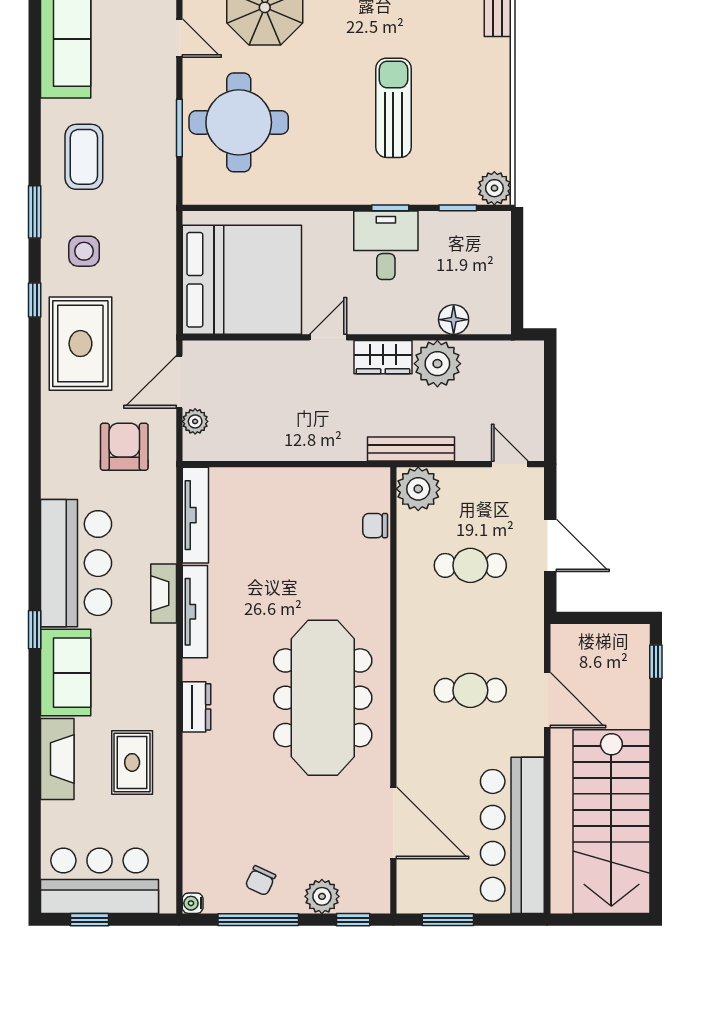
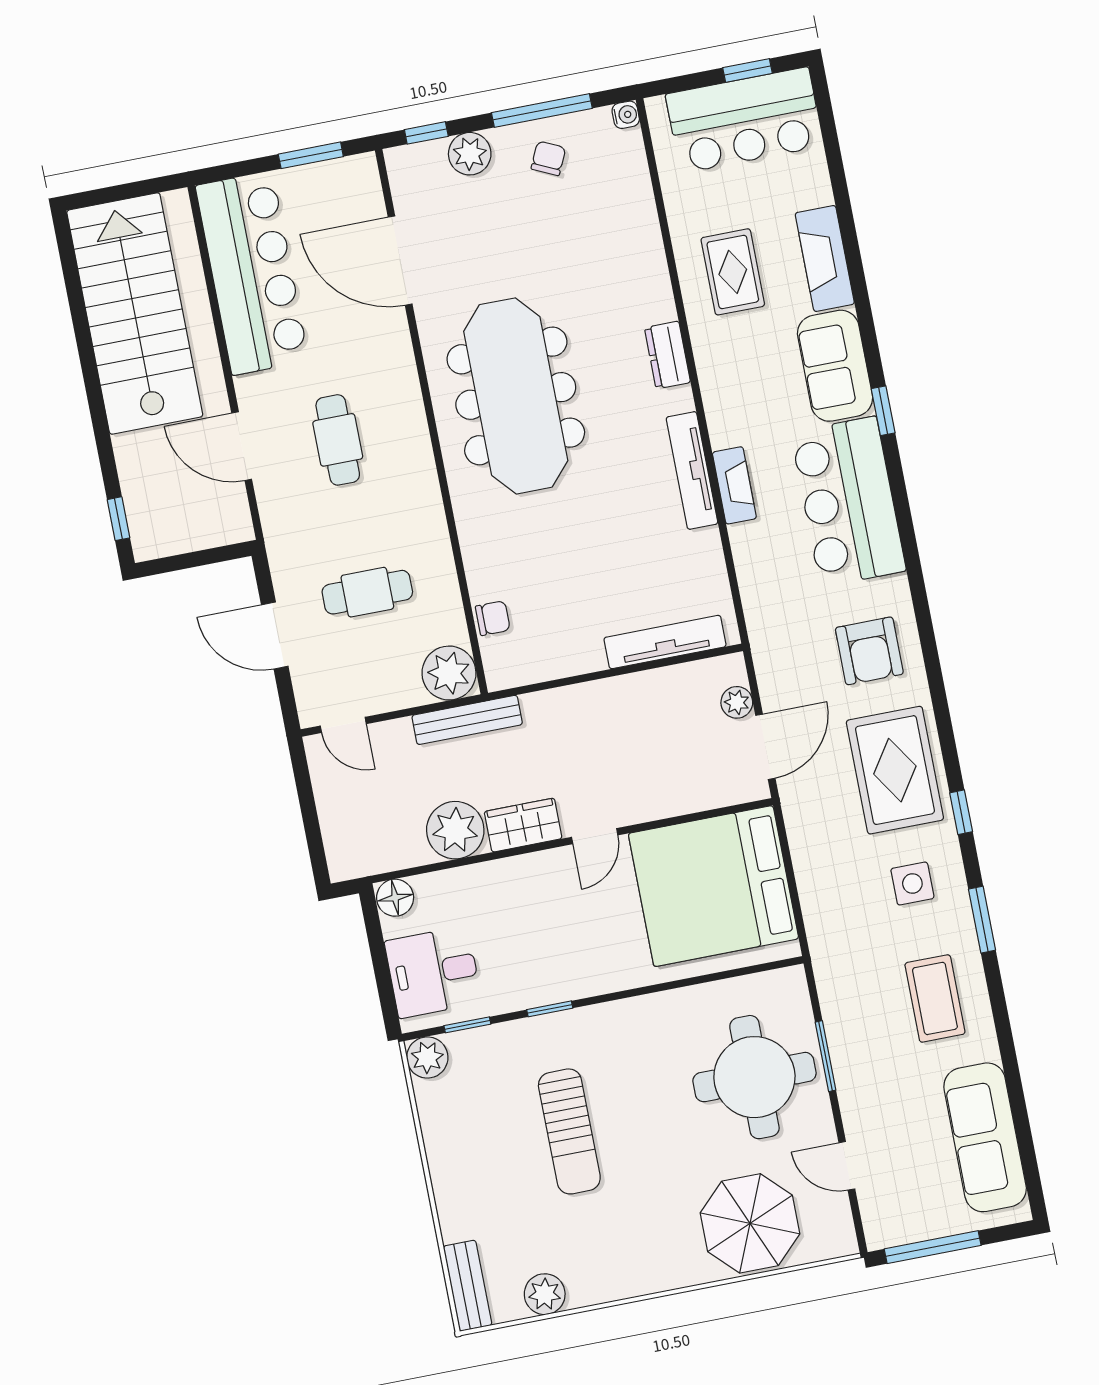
desk: (386, 245) -> (433, 972), moved, turned 90
floor lamp: (454, 320) -> (395, 898), moved
armchair: (124, 447) -> (869, 651), moved
tv unit: (195, 515) -> (665, 642), moved, turned 90
cafe table: (470, 690) -> (338, 440), turned 90

